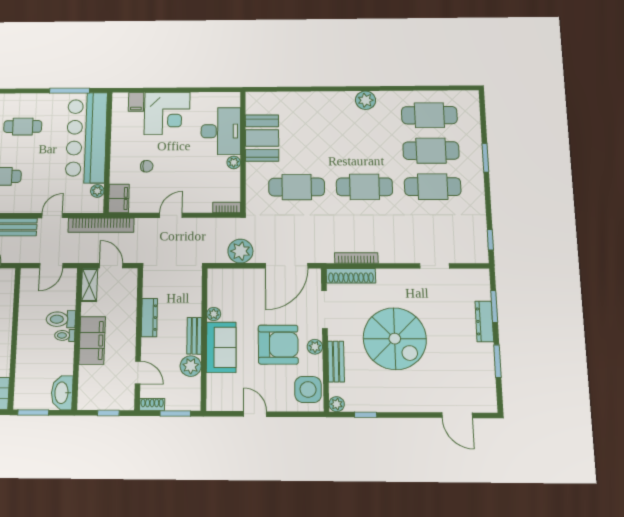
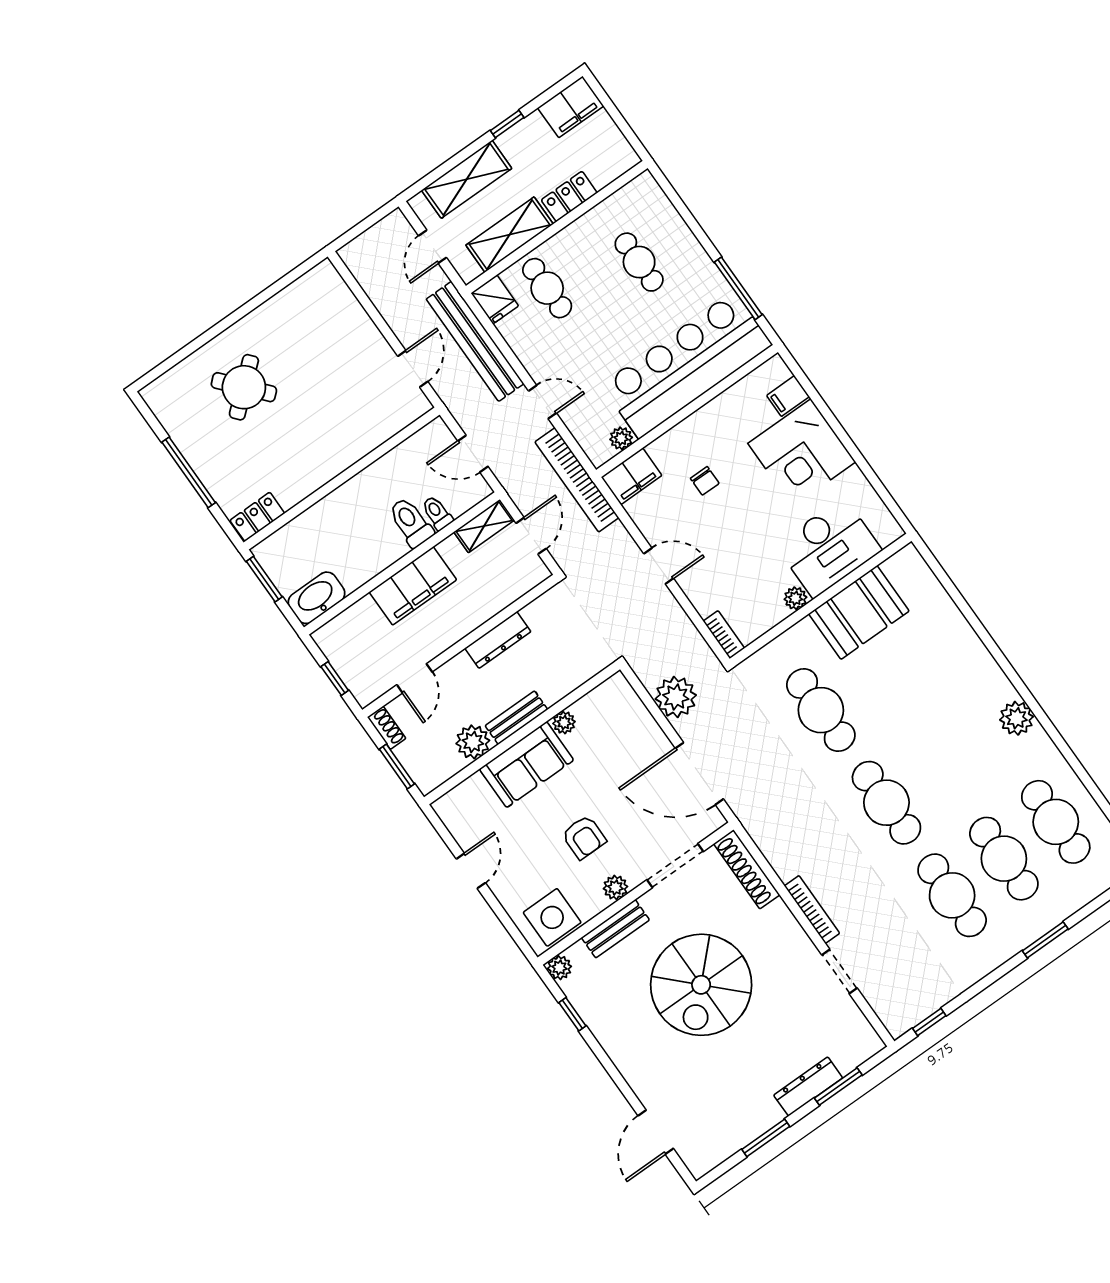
bookcase: (356, 258) -> (812, 909), moved
toilet: (65, 335) -> (437, 513), moved
armchair: (278, 345) -> (584, 837), width x0.53, depth x0.53

